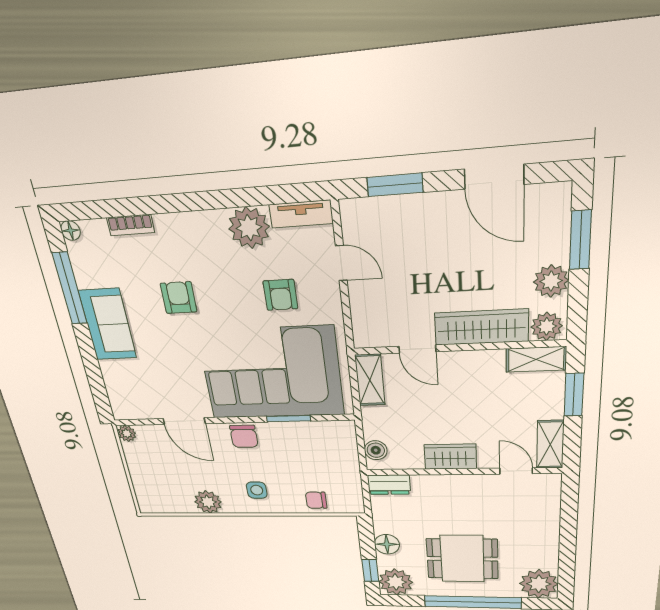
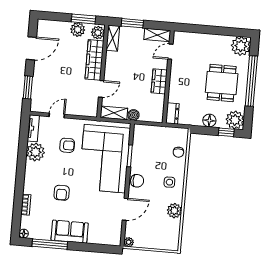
window: (580, 240) -> (84, 19), moved
armchair: (179, 298) -> (62, 193), turned -90
boiler: (376, 450) -> (133, 115), moved

